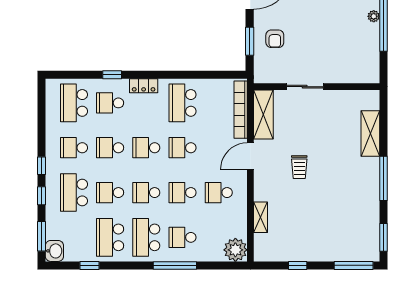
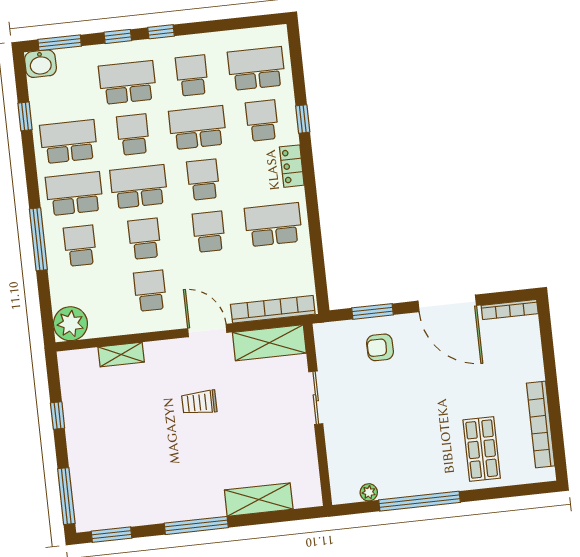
plant: (374, 16) -> (369, 492), moved
school desk: (110, 148) -> (198, 128), width x1.85
school desk: (146, 193) -> (139, 187), width x1.85

